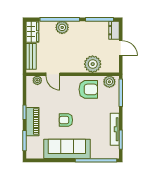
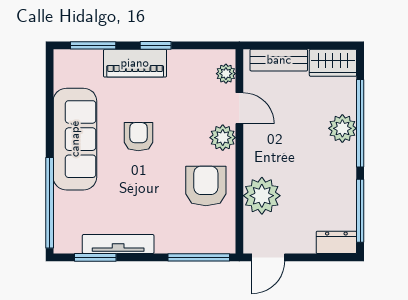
door: (121, 48) -> (268, 257), moved
door: (53, 74) -> (239, 108), swing flipped
plant: (109, 82) -> (223, 138), moved
armchair: (88, 89) -> (206, 186), turned 180

